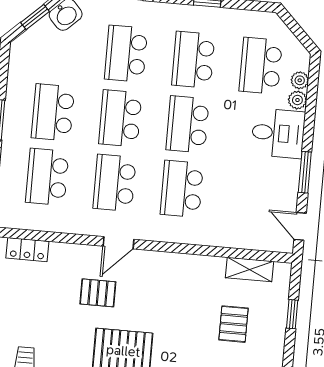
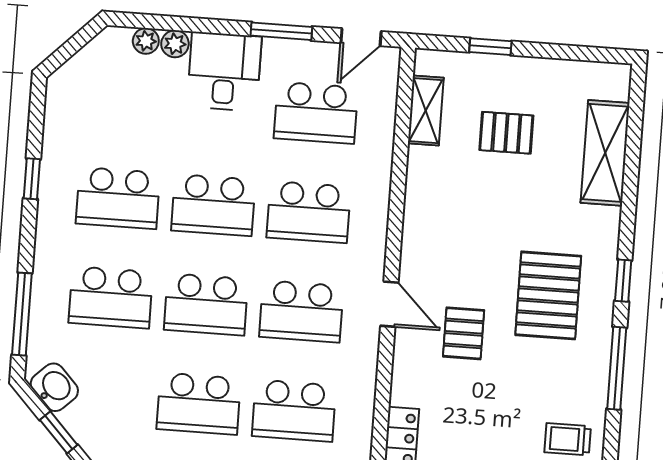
school desk: (261, 66) -> (316, 113), moved

